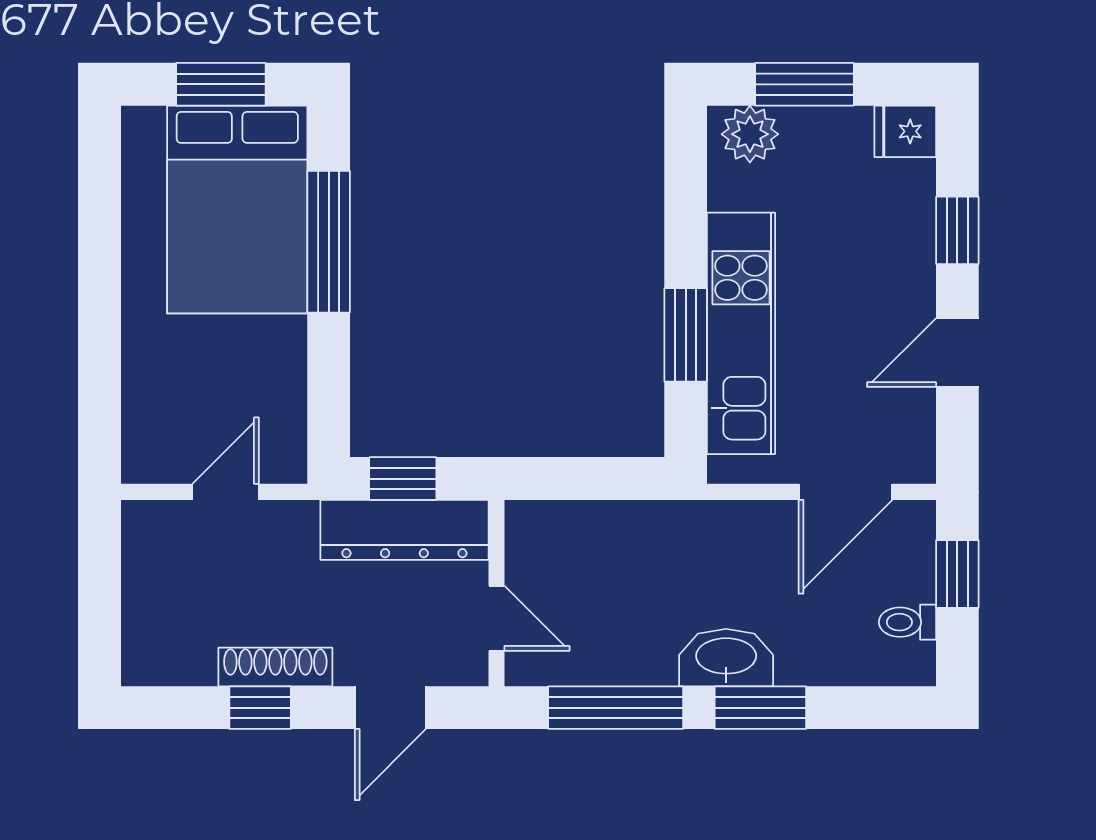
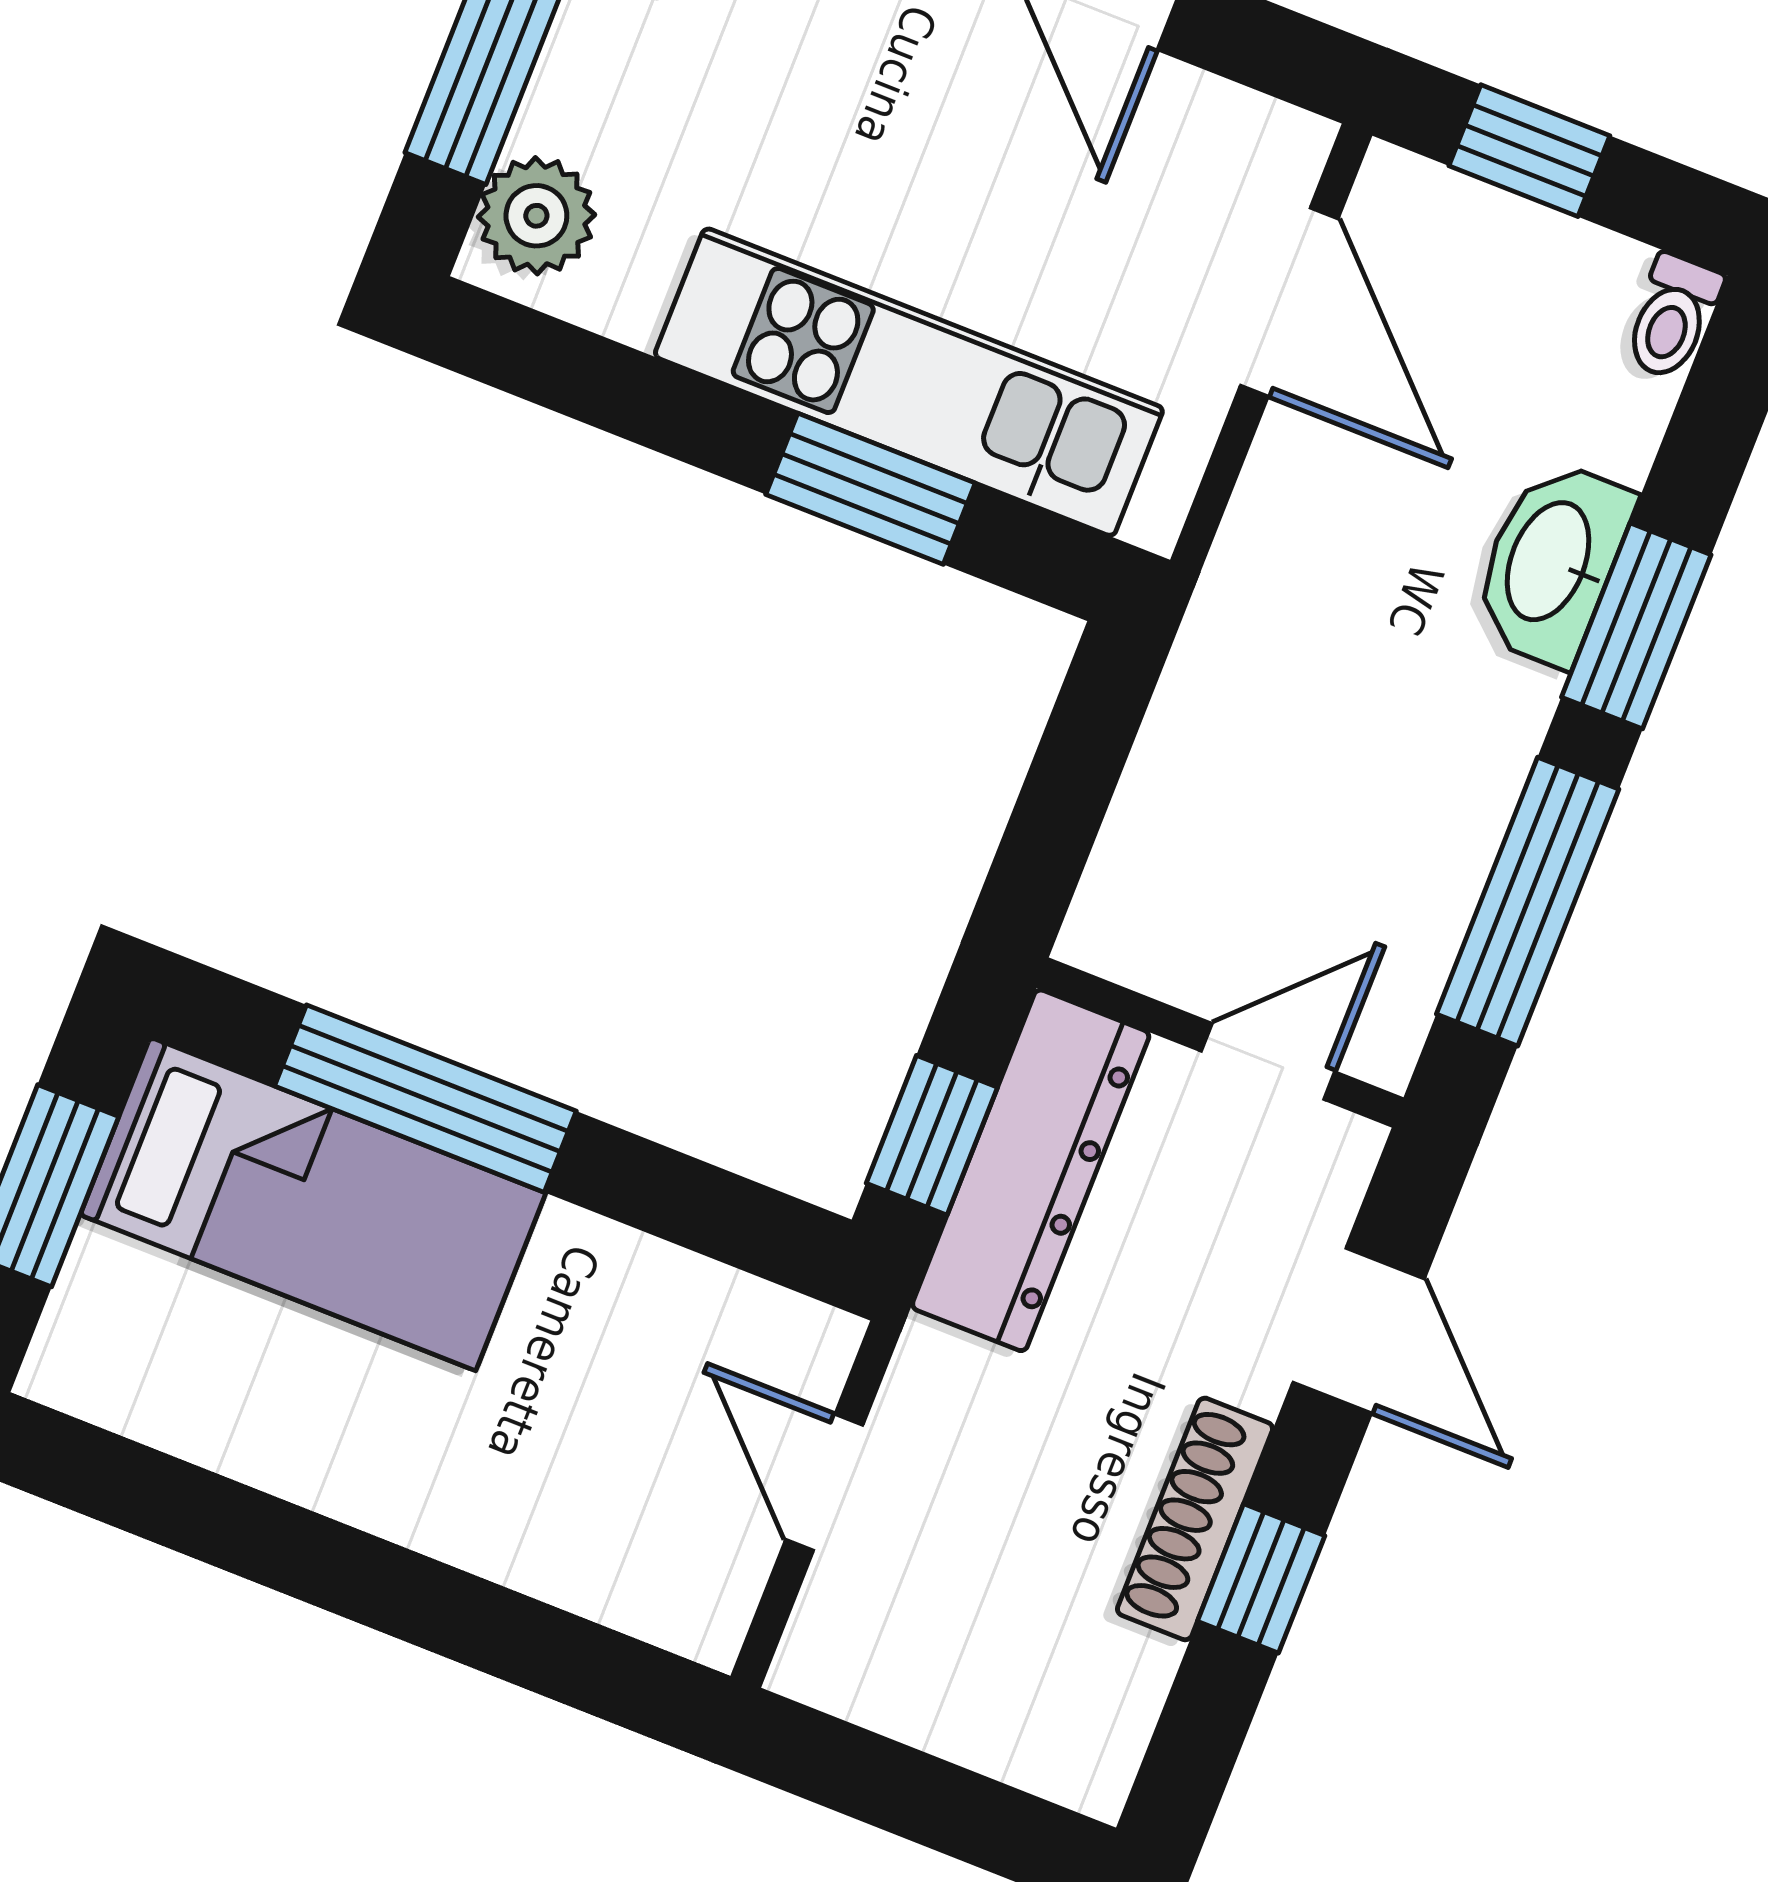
bed: (237, 209) -> (313, 1204), width x0.67
toilet: (907, 622) -> (1672, 317), moved
washbasin: (726, 658) -> (1551, 562), moved

